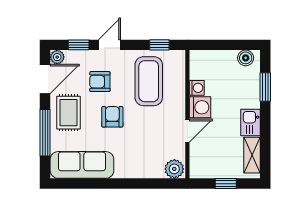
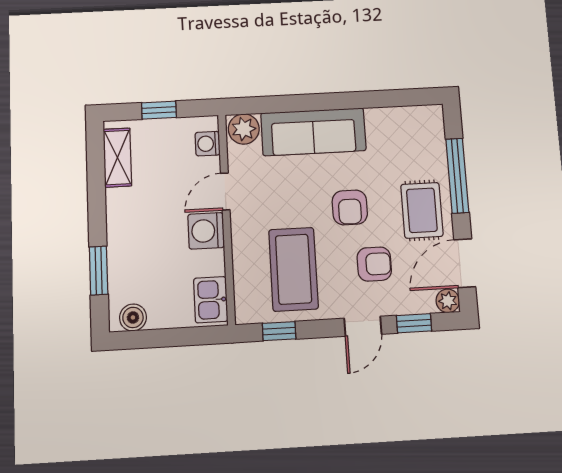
washing machine: (197, 88) -> (208, 144), moved
kitchen sink: (250, 122) -> (211, 300), moved, turned 180
sofa: (82, 165) -> (313, 132), moved

